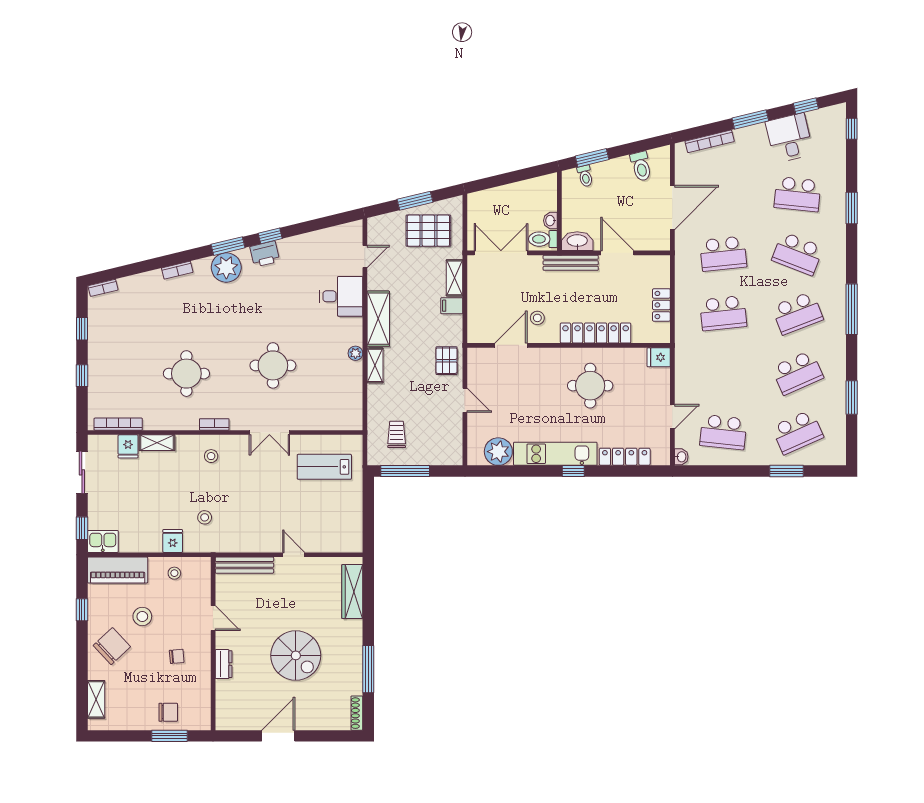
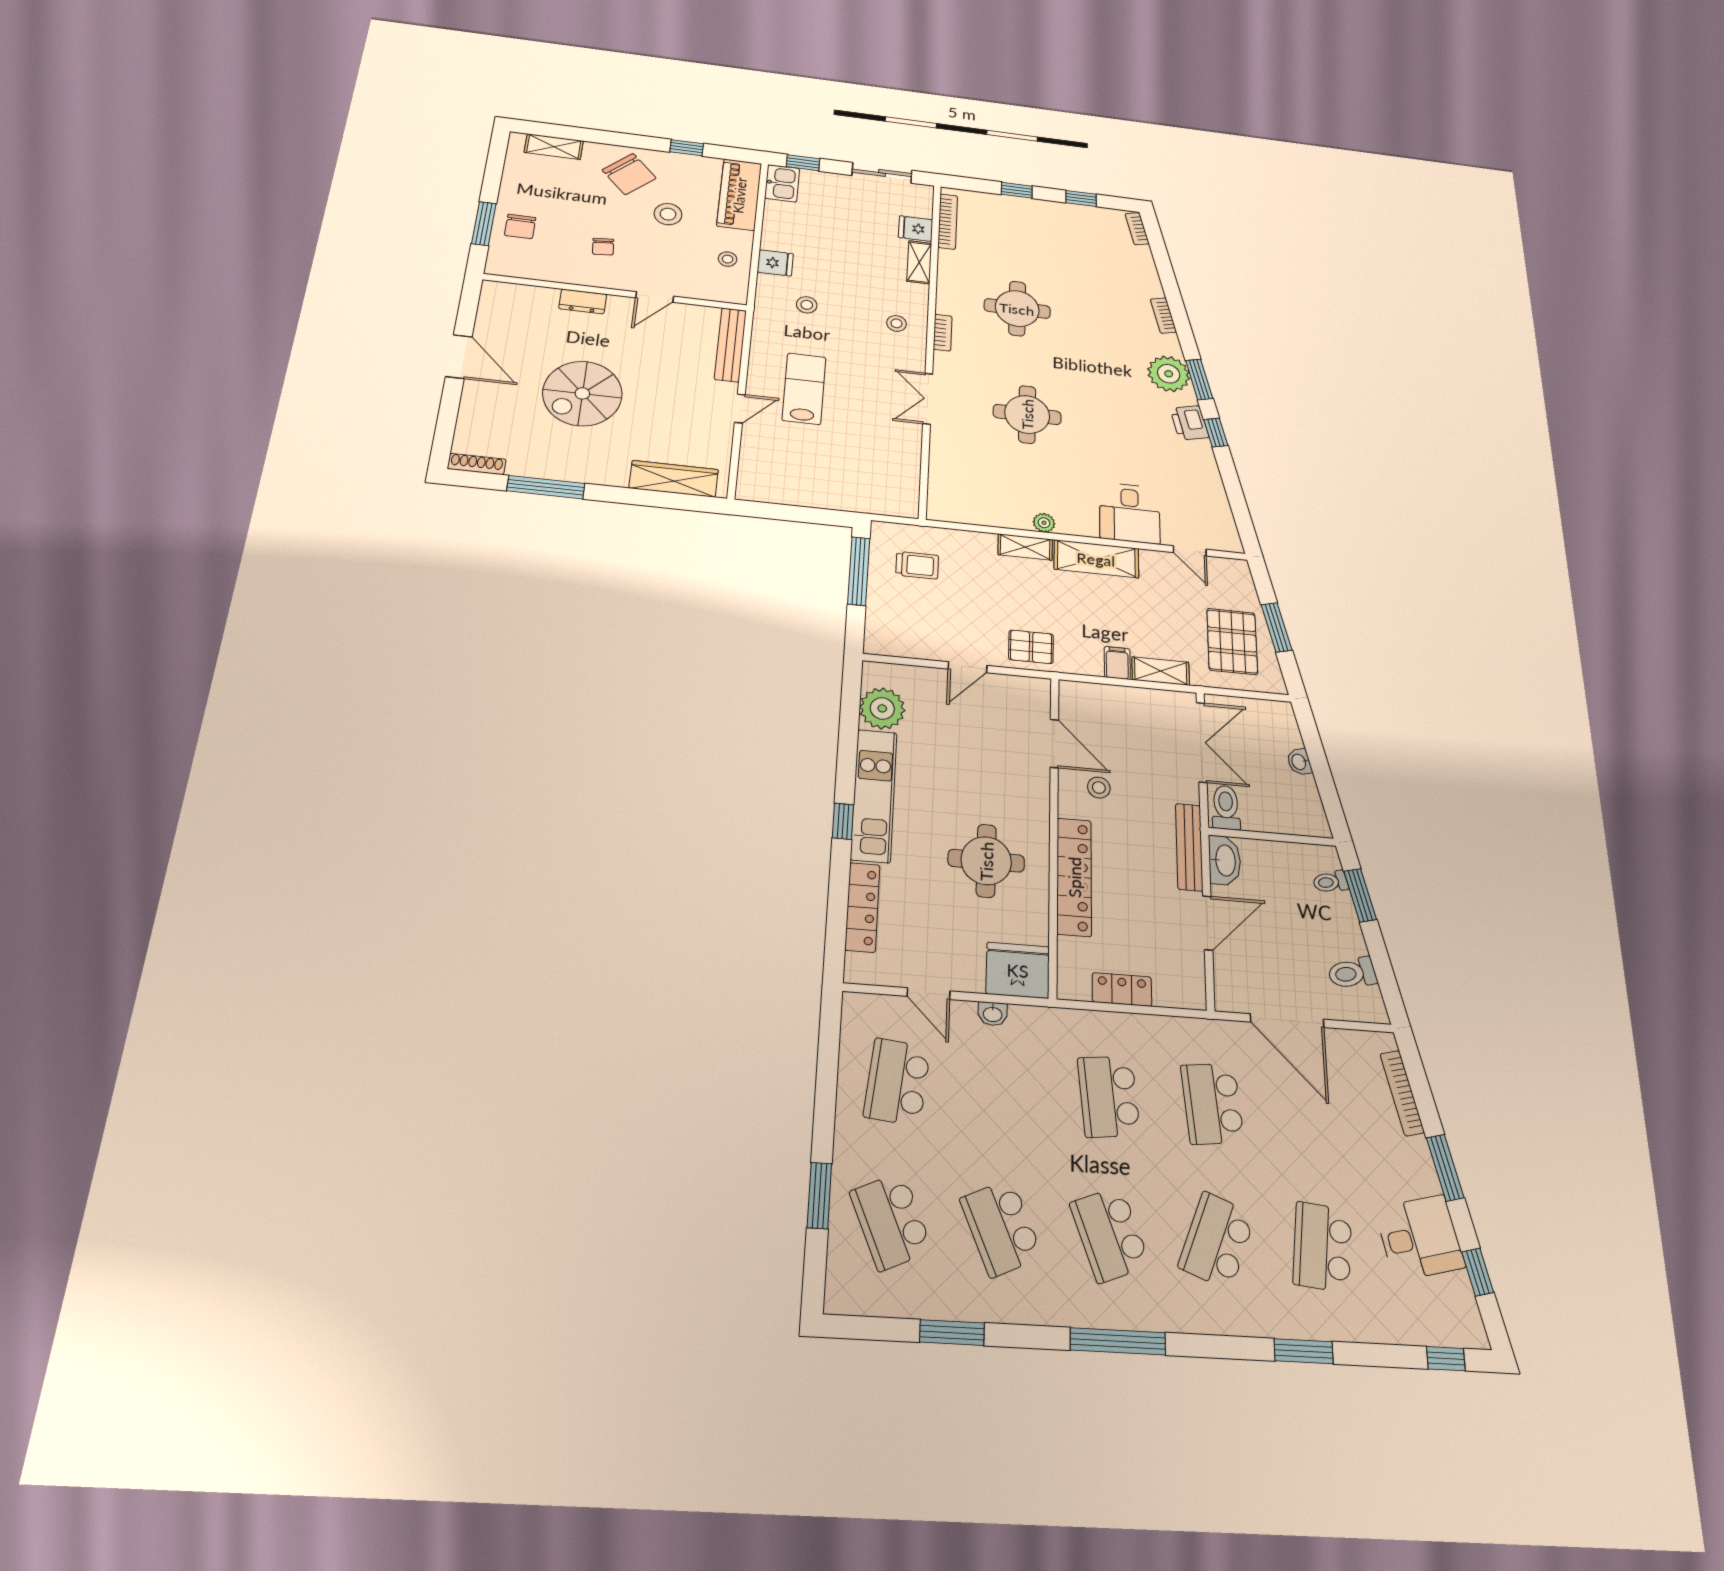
washbasin: (550, 221) -> (1299, 762), moved, turned -104
fridge: (659, 357) -> (1018, 970), width x1.88, depth x1.34
washbasin: (681, 457) -> (993, 1014), moved
lab bench: (324, 467) -> (804, 389), moved

